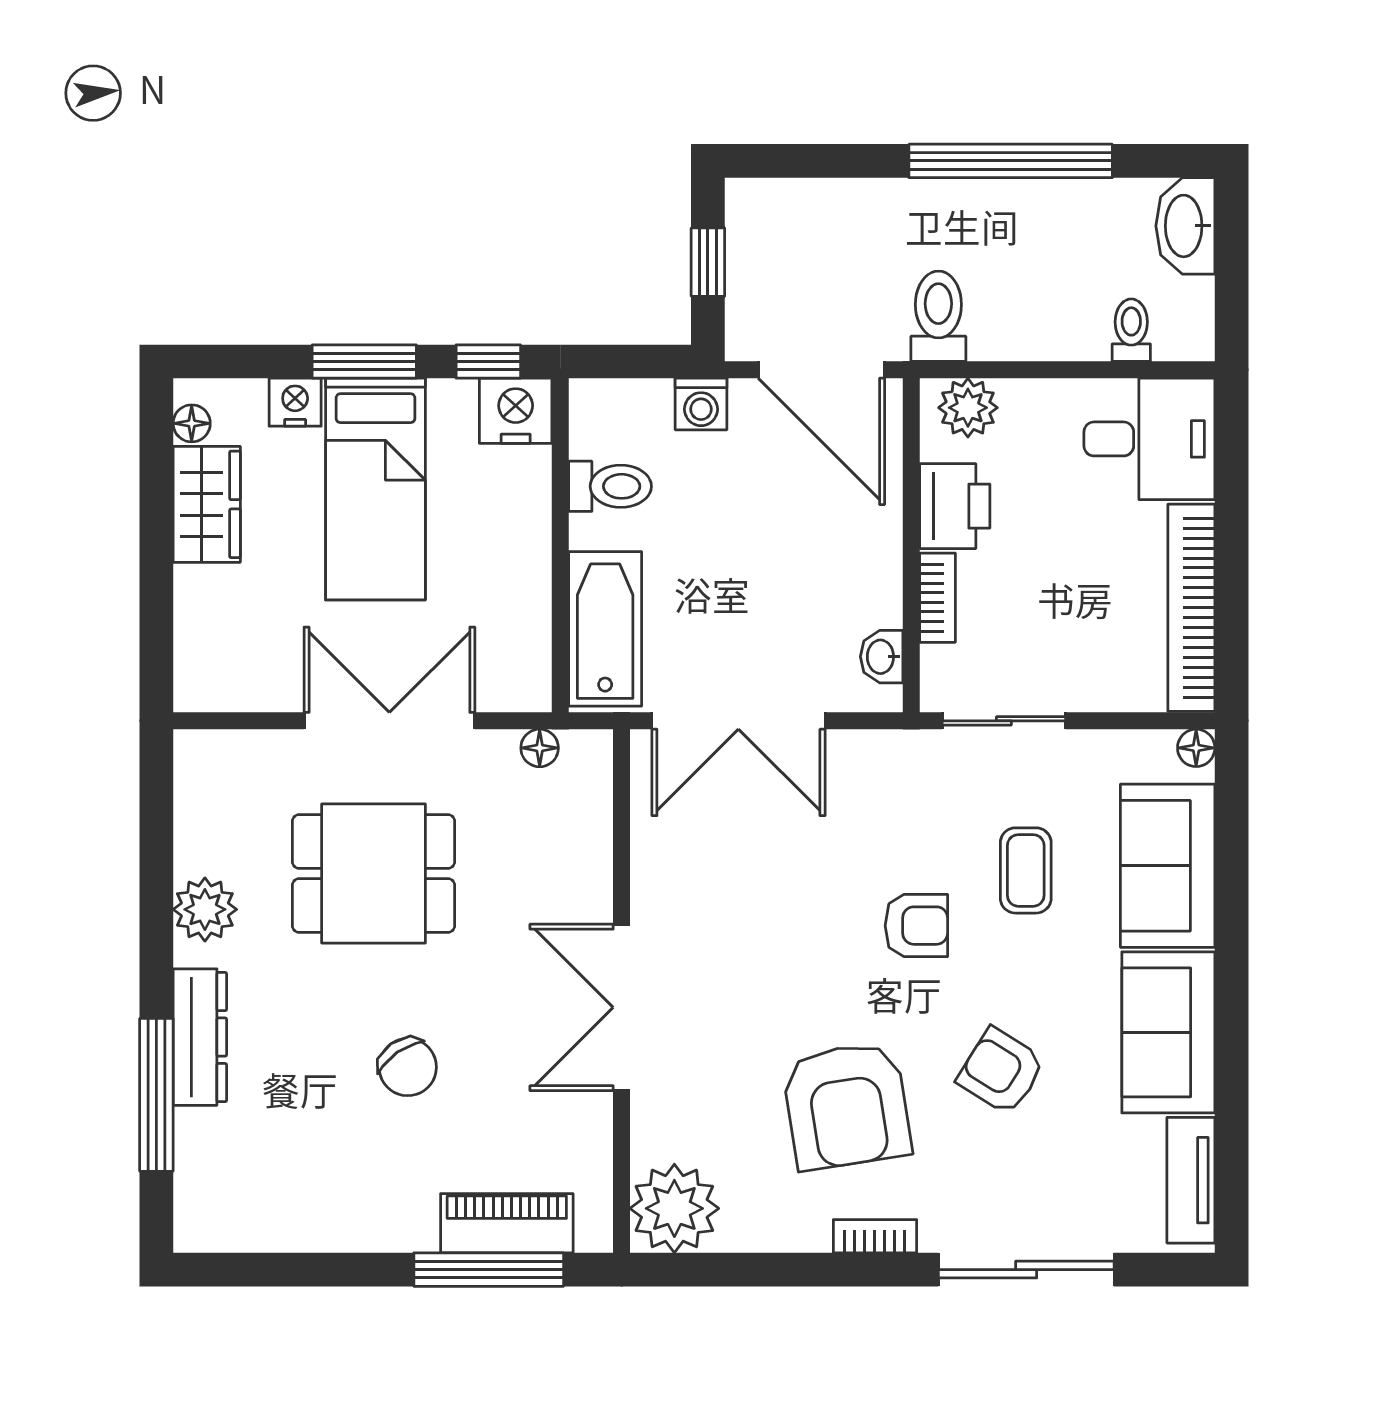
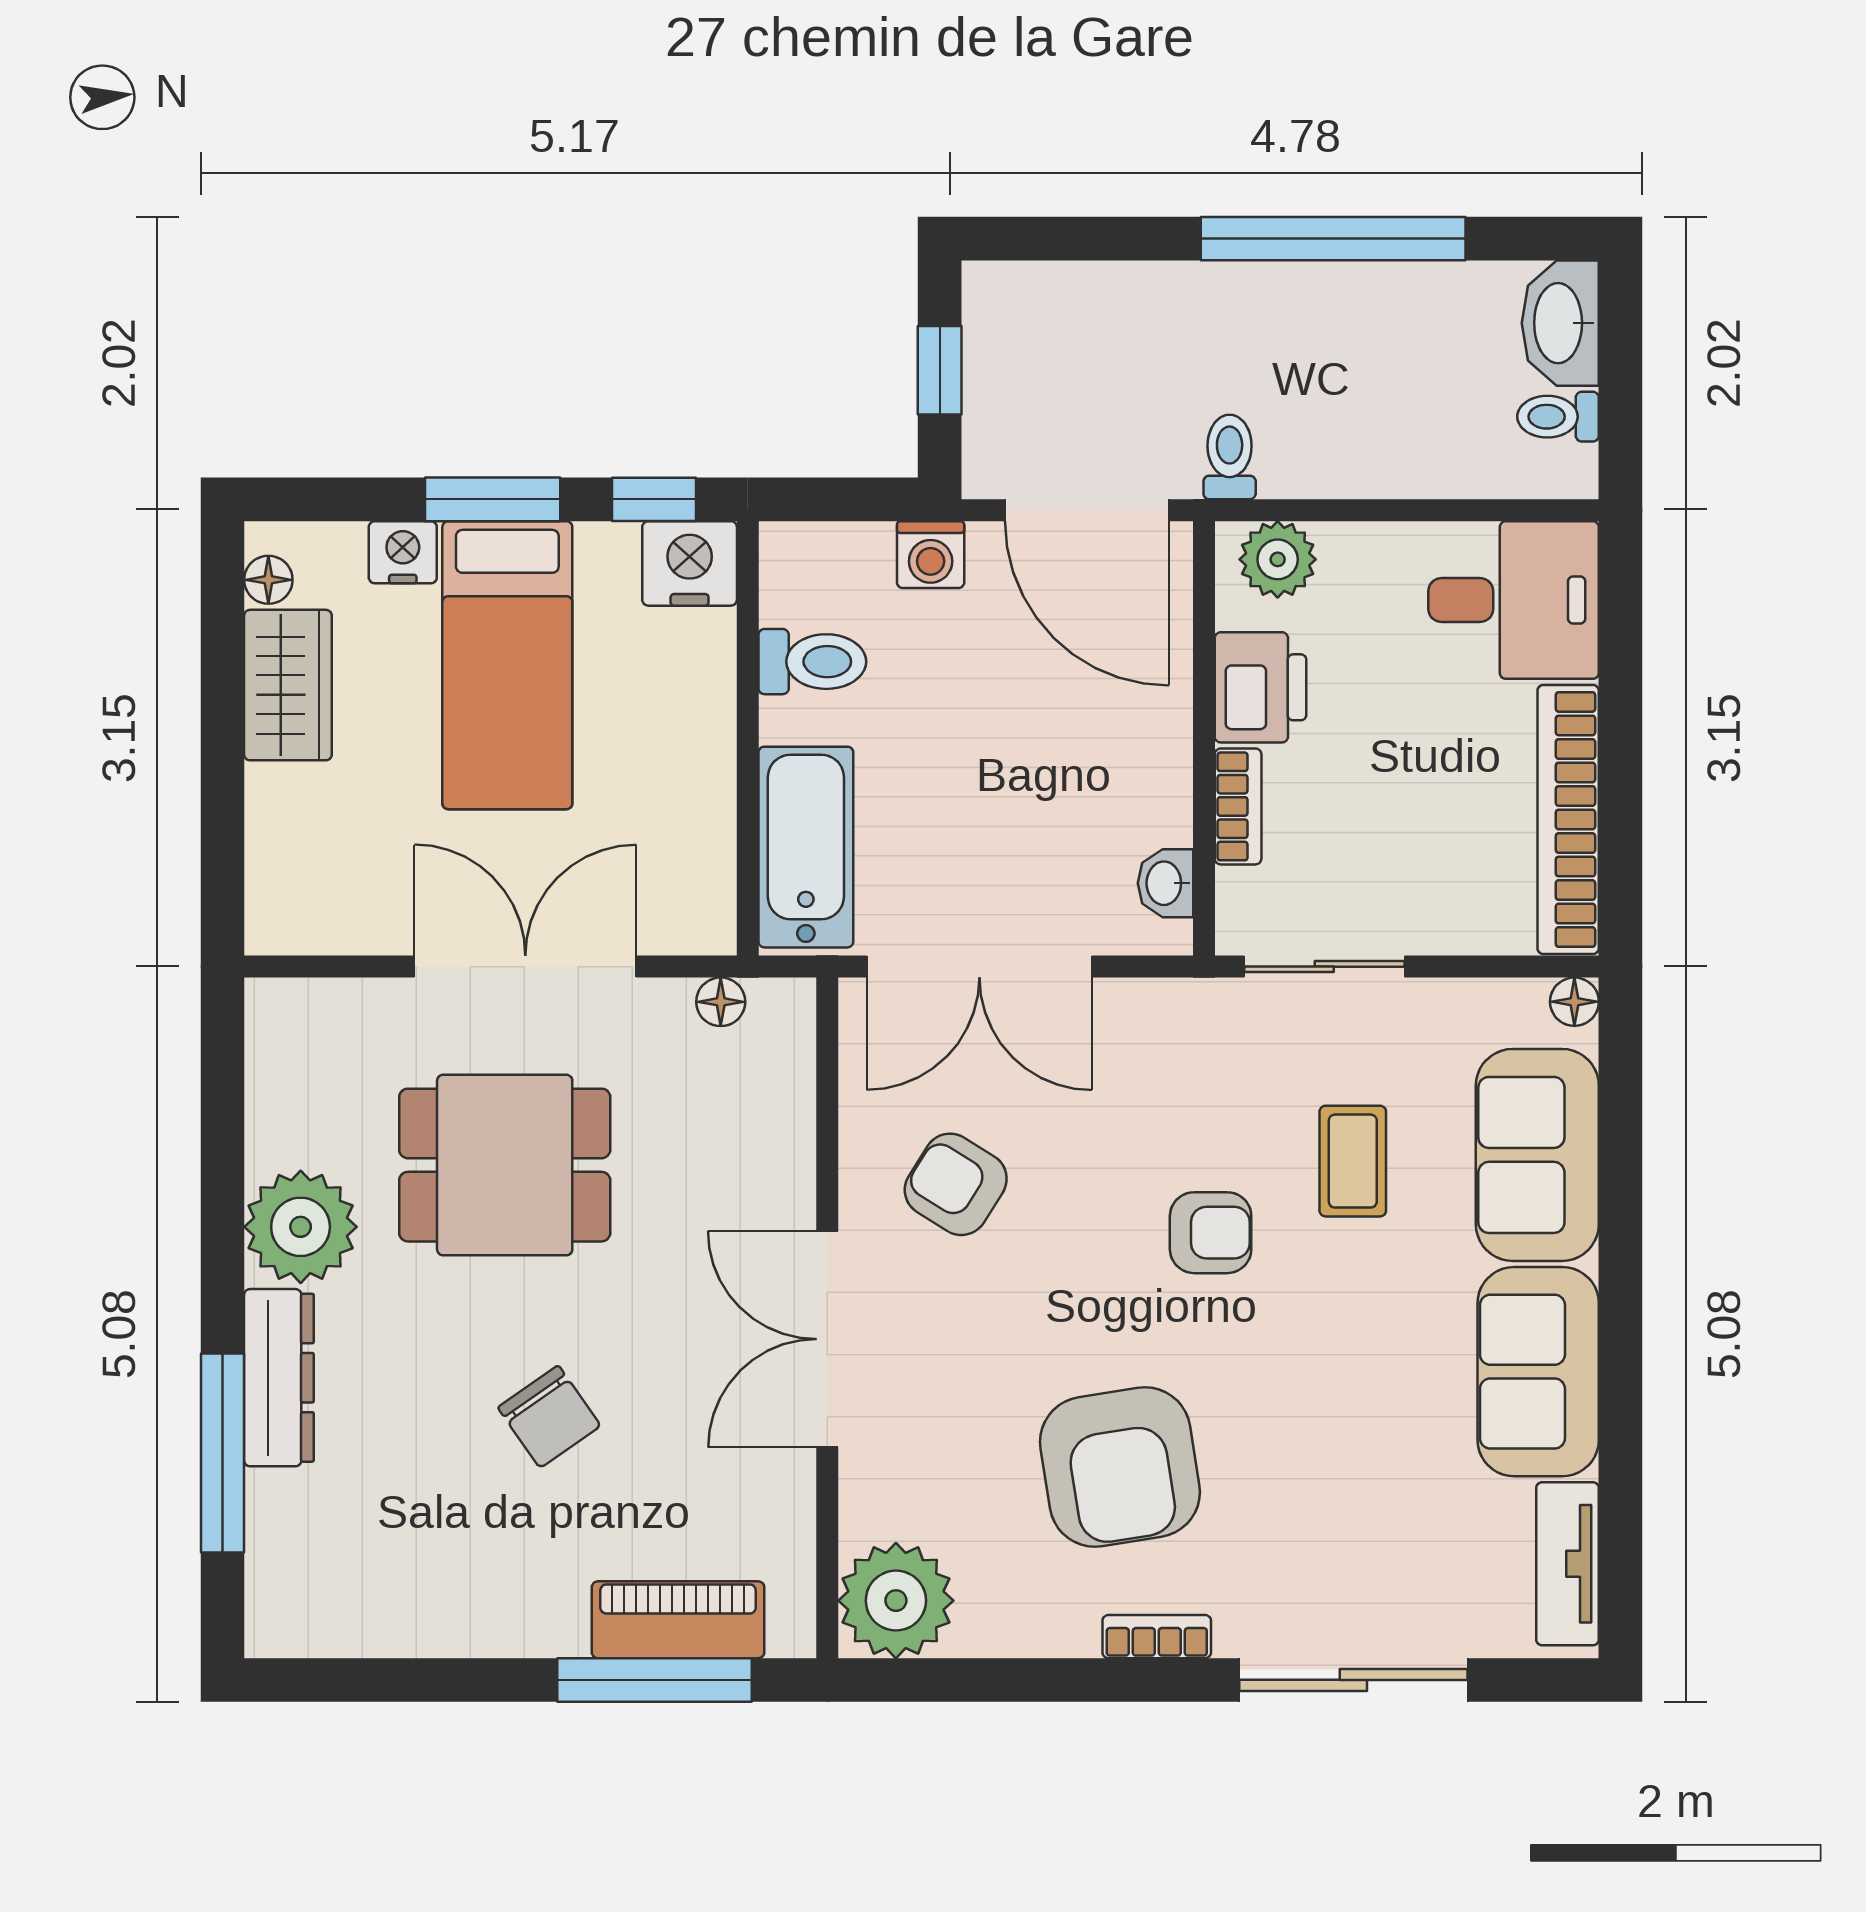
toilet: (938, 316) -> (1230, 457), width x0.73, depth x0.72
toilet: (1131, 330) -> (1558, 417), moved, turned -90
plant: (205, 909) -> (301, 1227), width x1.36, depth x1.36
armchair: (1001, 1071) -> (956, 1184), moved

